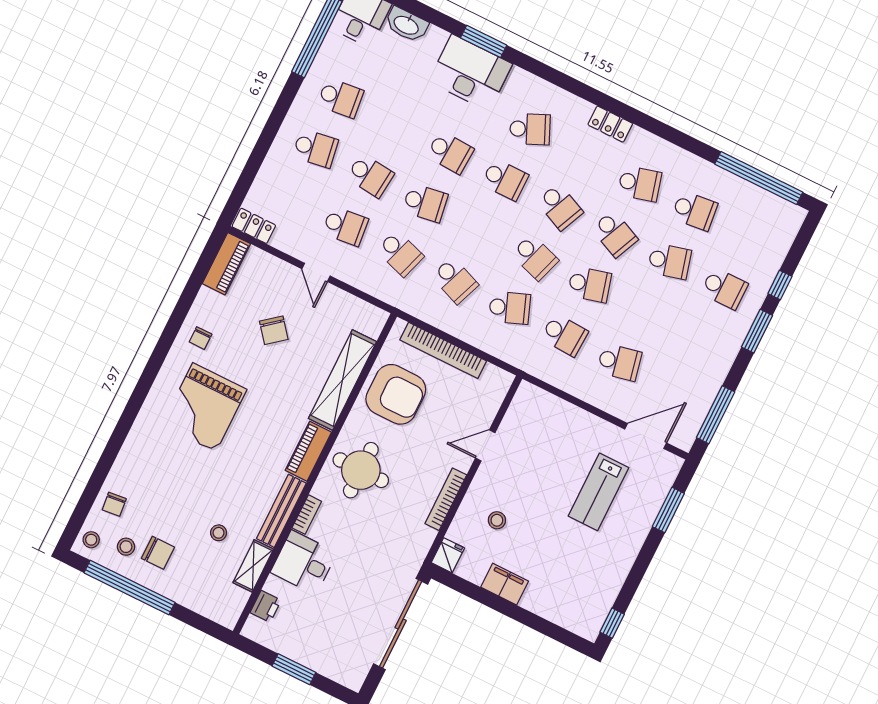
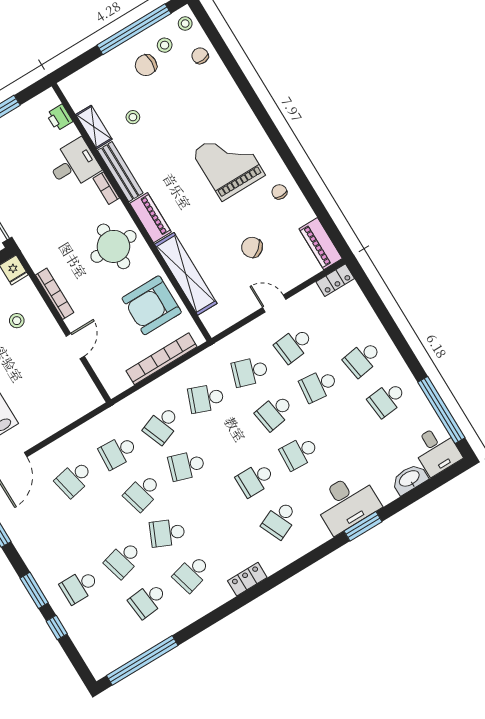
school desk: (560, 207) -> (211, 506), removed

